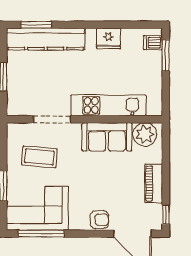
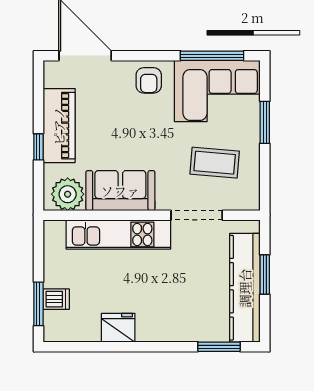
kitchen counter: (46, 39) -> (245, 288), moved, turned -90
dishwasher: (153, 43) -> (56, 299), moved
piano: (154, 183) -> (59, 126), width x1.37, depth x1.33
window: (166, 215) -> (38, 147), moved
armchair: (99, 220) -> (149, 80), moved, turned -90

